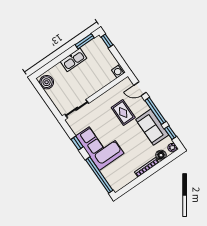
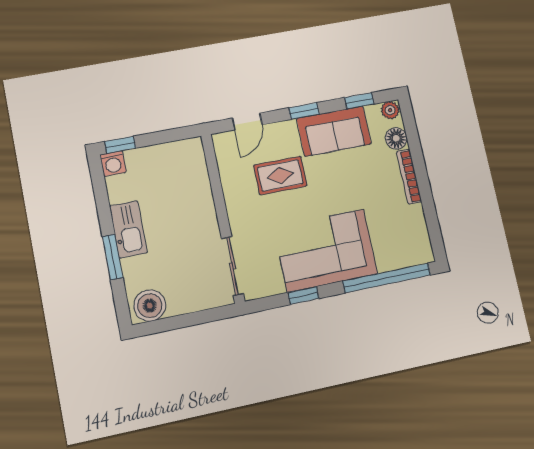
window: (85, 41) -> (113, 257), moved
washing machine: (118, 71) -> (113, 163), moved
window: (155, 111) -> (304, 111), width x0.46

